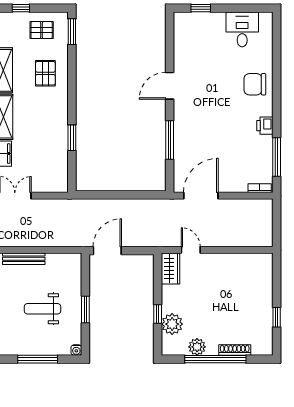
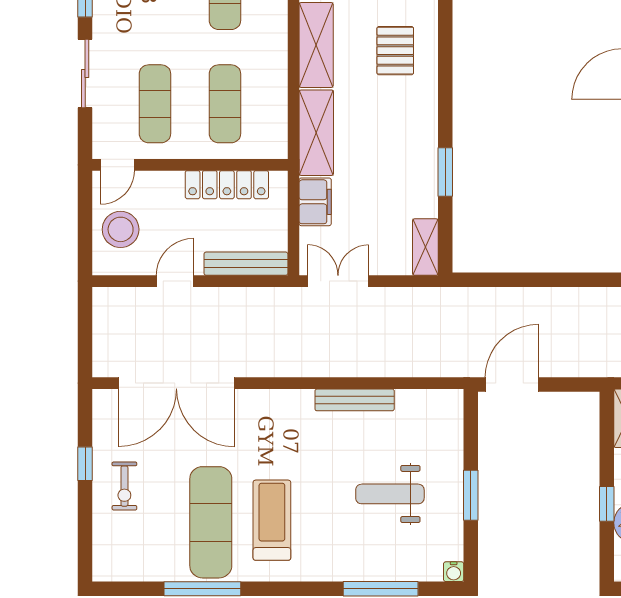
shelving: (61, 178) -> (425, 247), added

